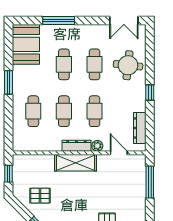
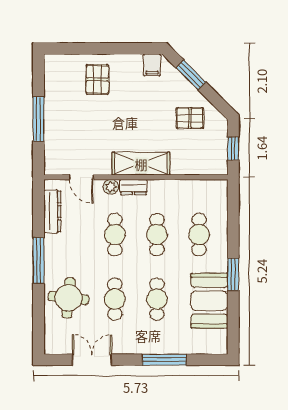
double door: (124, 20) -> (92, 360), moved
booth: (26, 44) -> (209, 301), moved
window: (150, 92) -> (38, 260), width x2.17
dresser: (76, 146) -> (134, 187), width x0.70
window: (150, 182) -> (38, 119), moved

